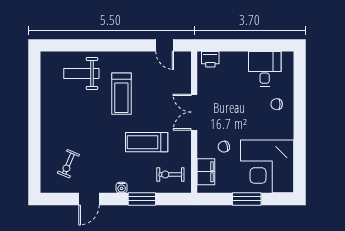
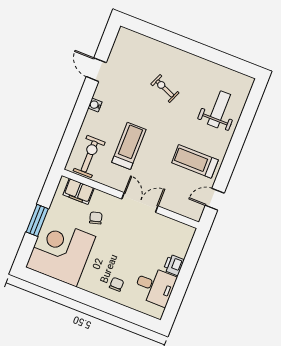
printer: (210, 59) -> (174, 265), moved
treadmill: (121, 94) -> (195, 161), moved
exercise bike: (68, 164) -> (165, 88), moved
exercise bike: (170, 174) -> (89, 156), width x1.38, depth x1.39
window: (142, 199) -> (76, 120), removed

